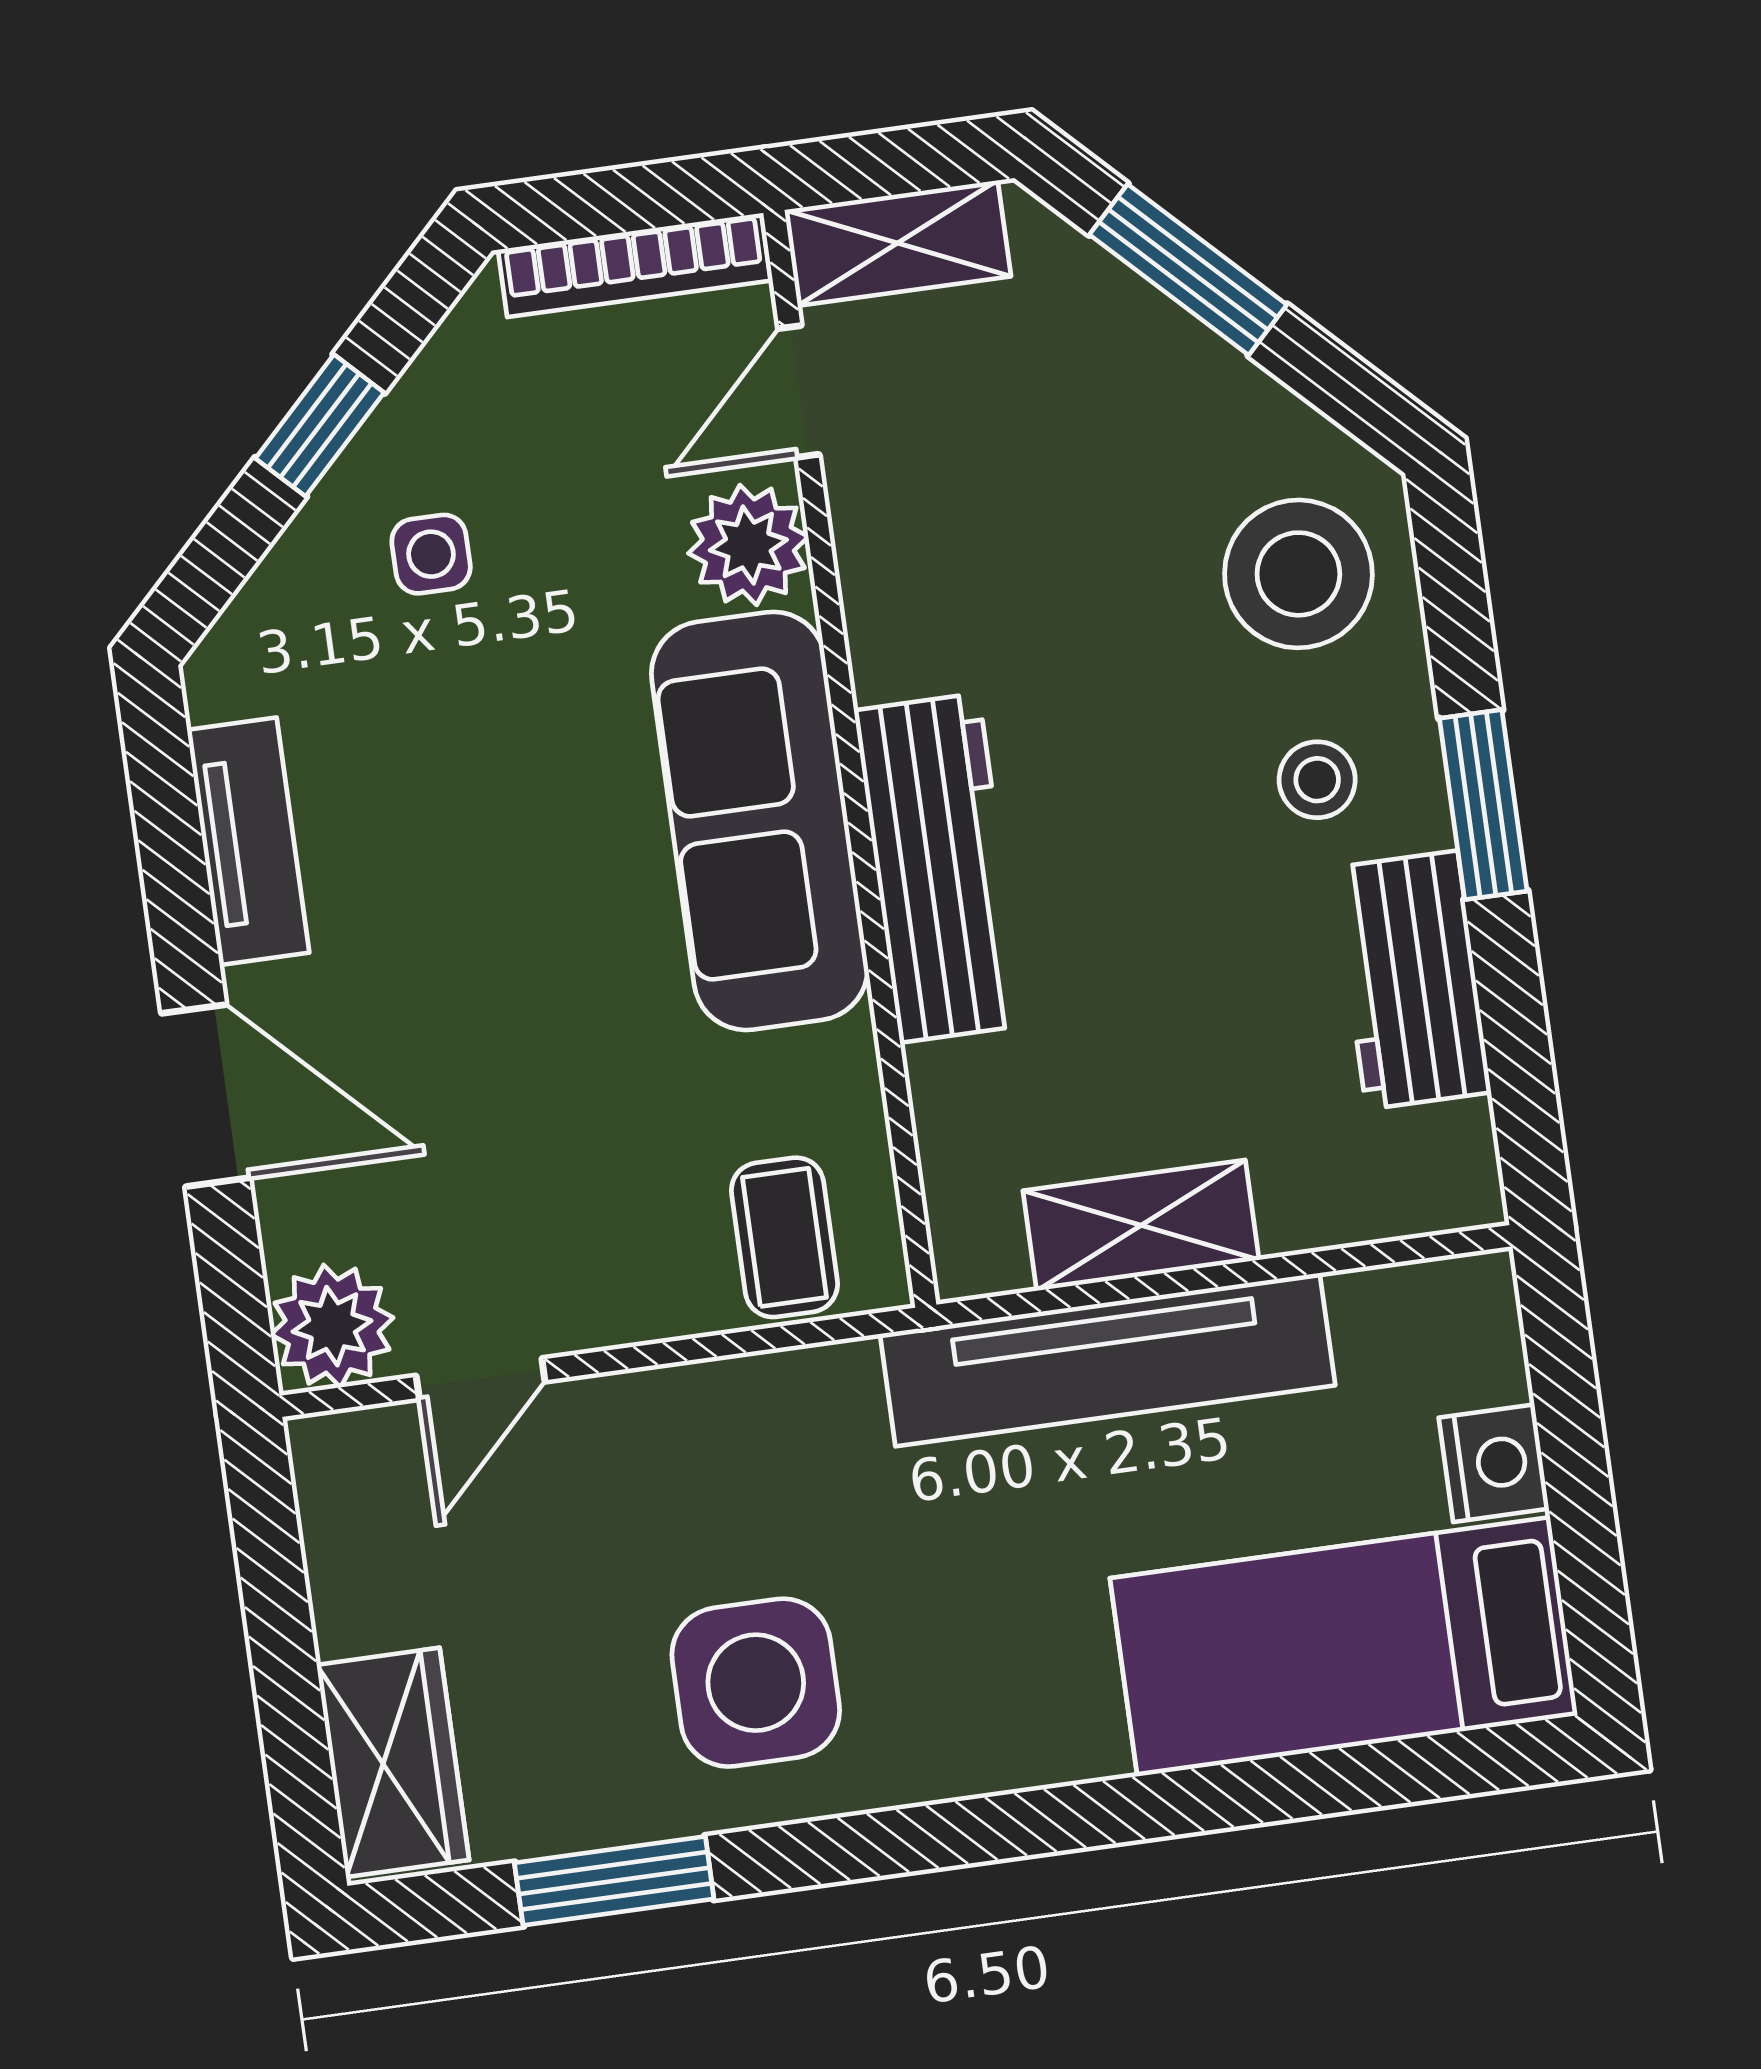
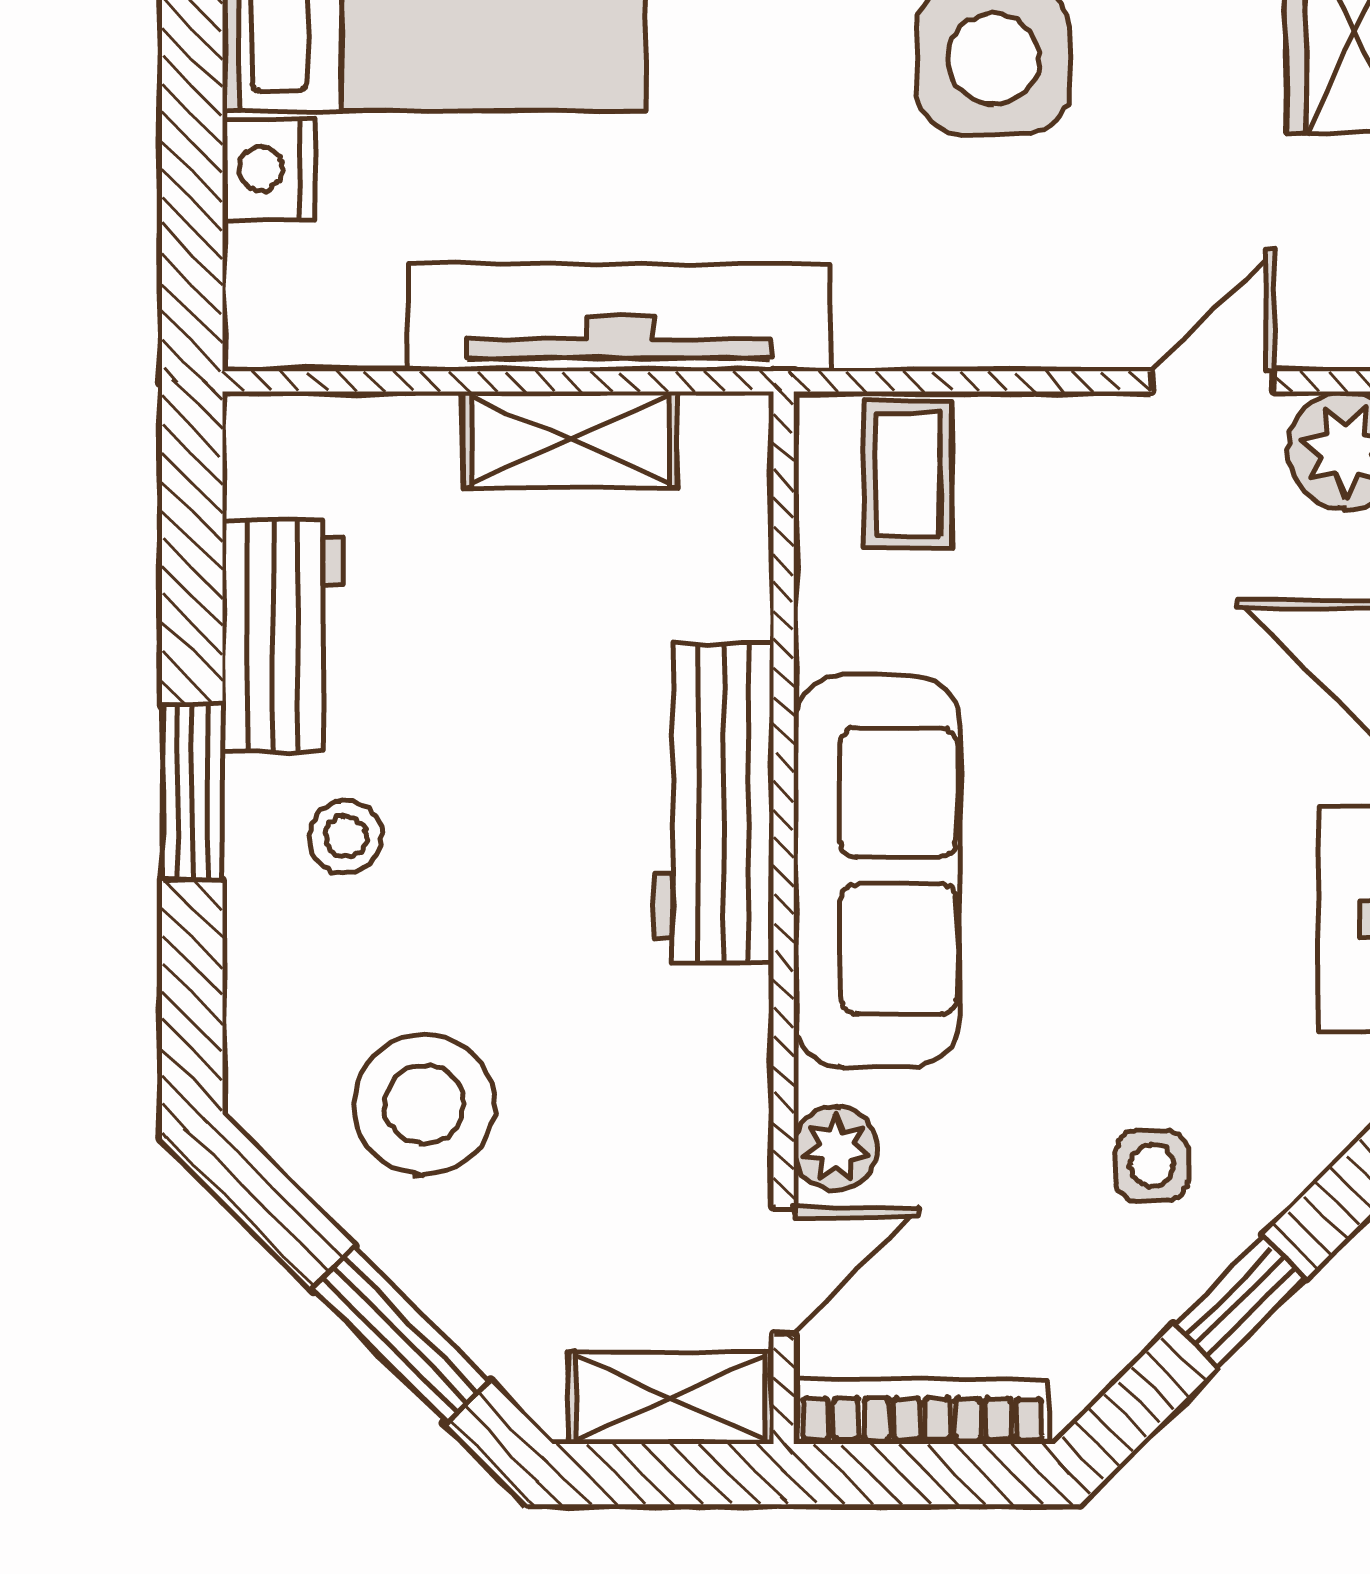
plant: (748, 545) -> (836, 1148), width x0.73, depth x0.73
stool: (1298, 574) -> (424, 1104), moved

